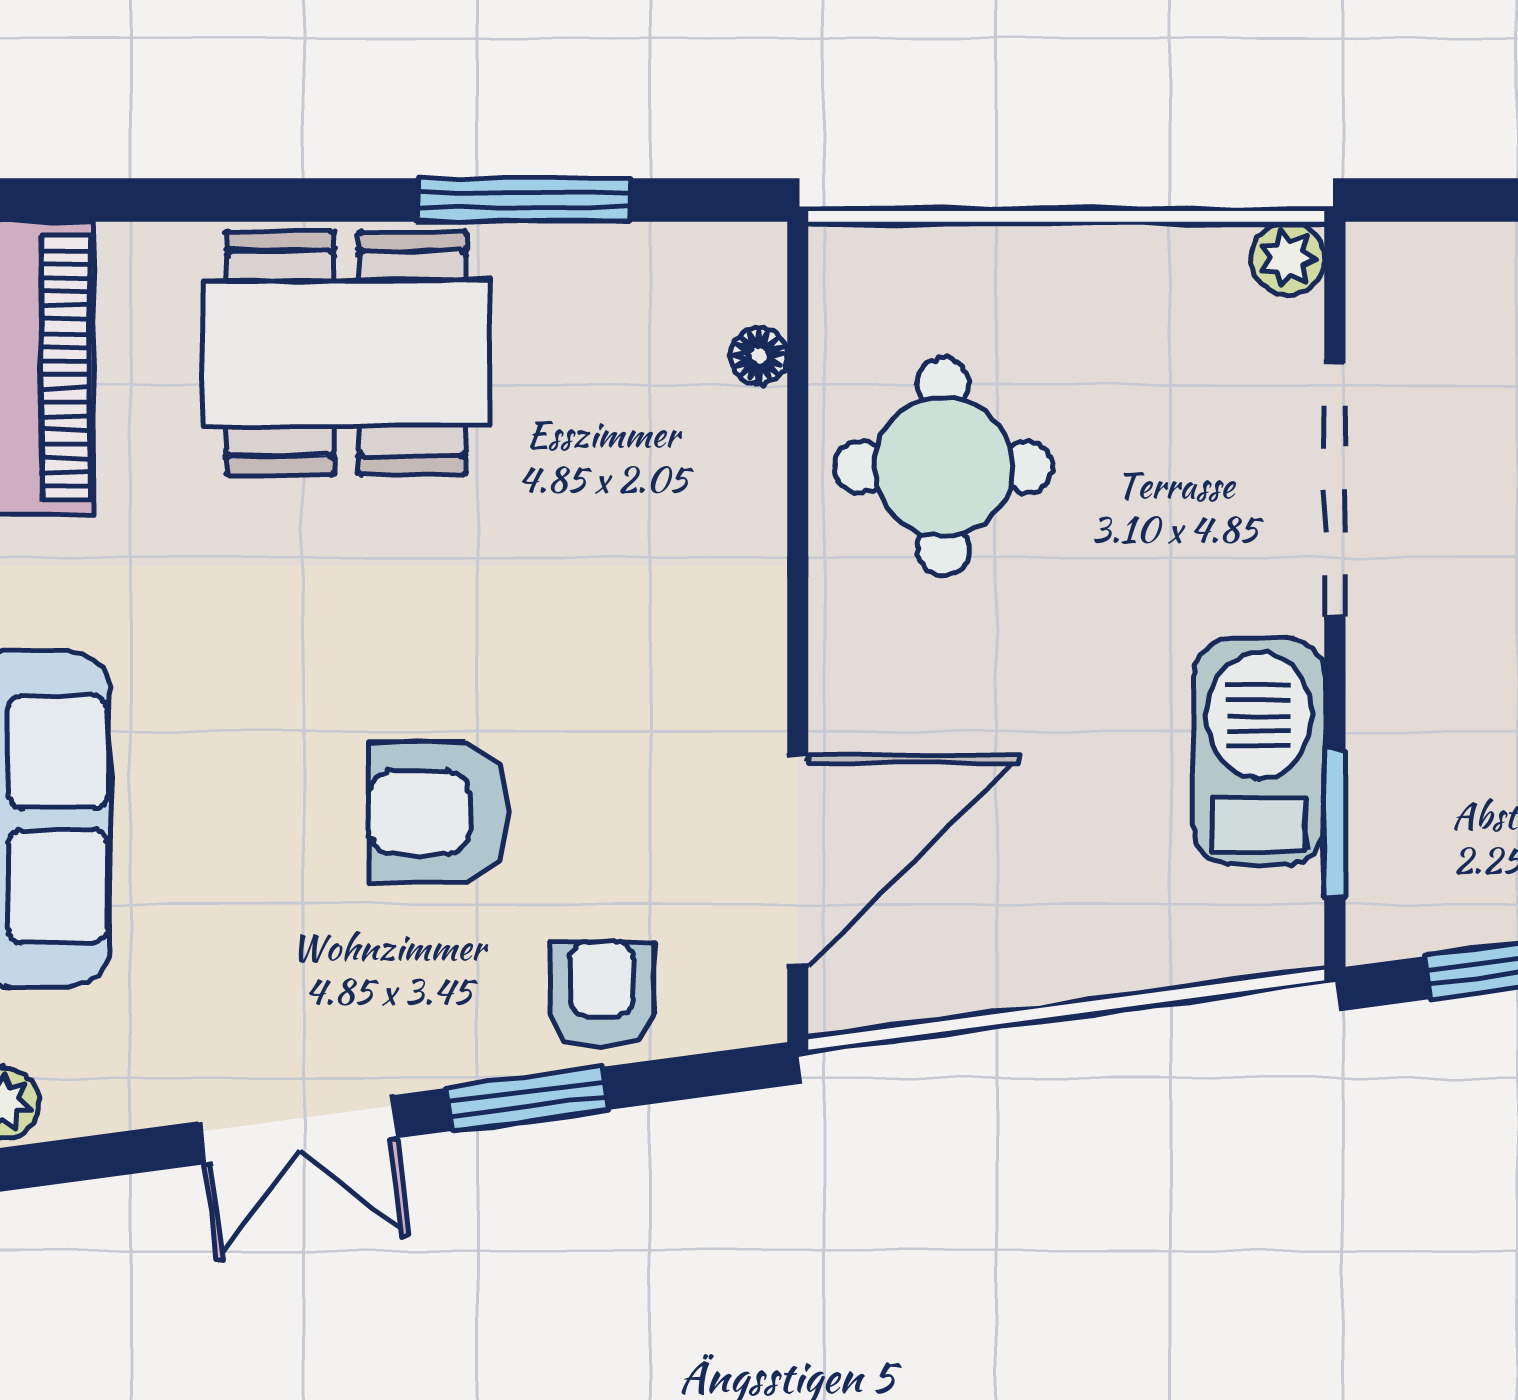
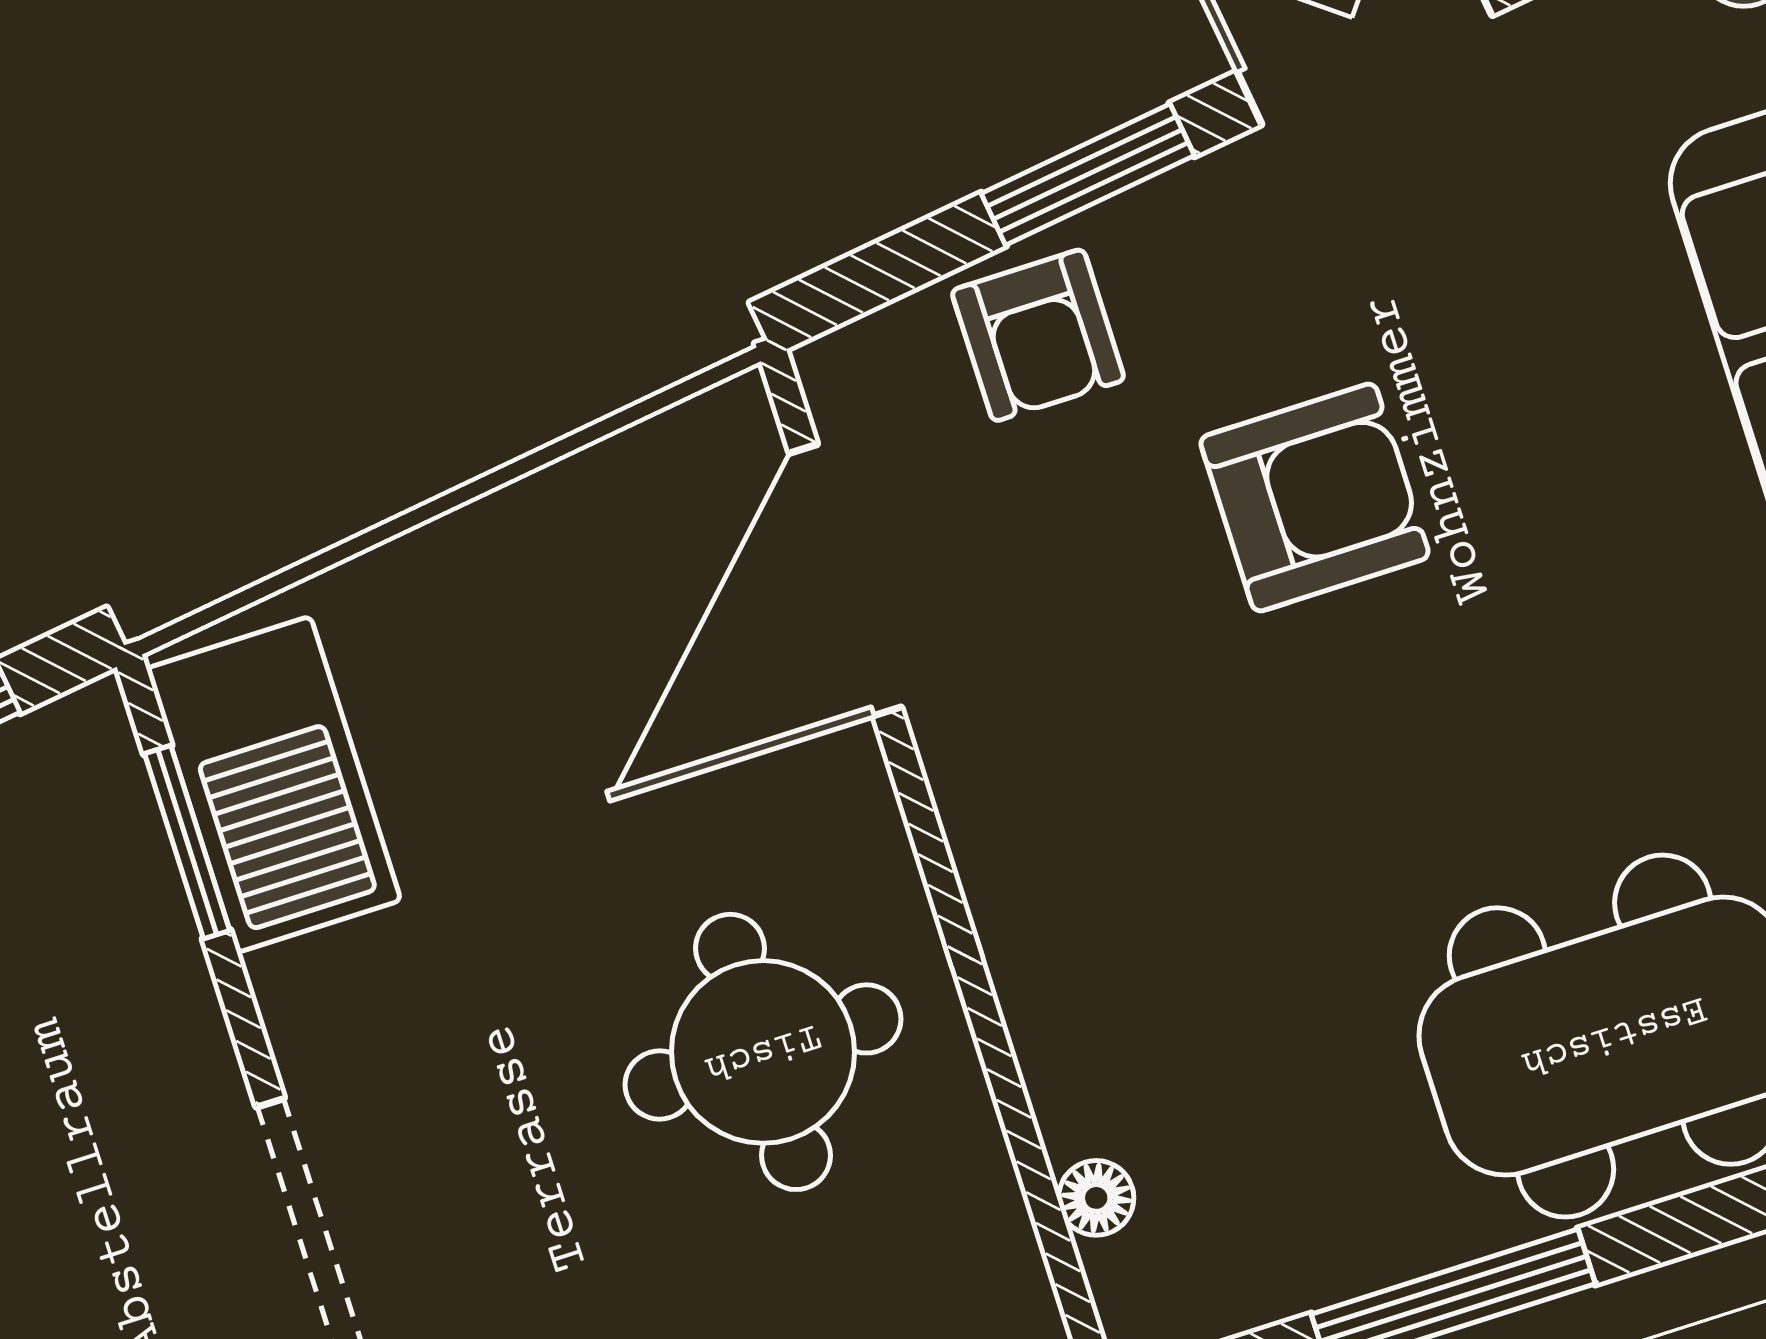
round table: (943, 467) -> (763, 1052), moved
barbecue: (1259, 752) -> (274, 784), moved

